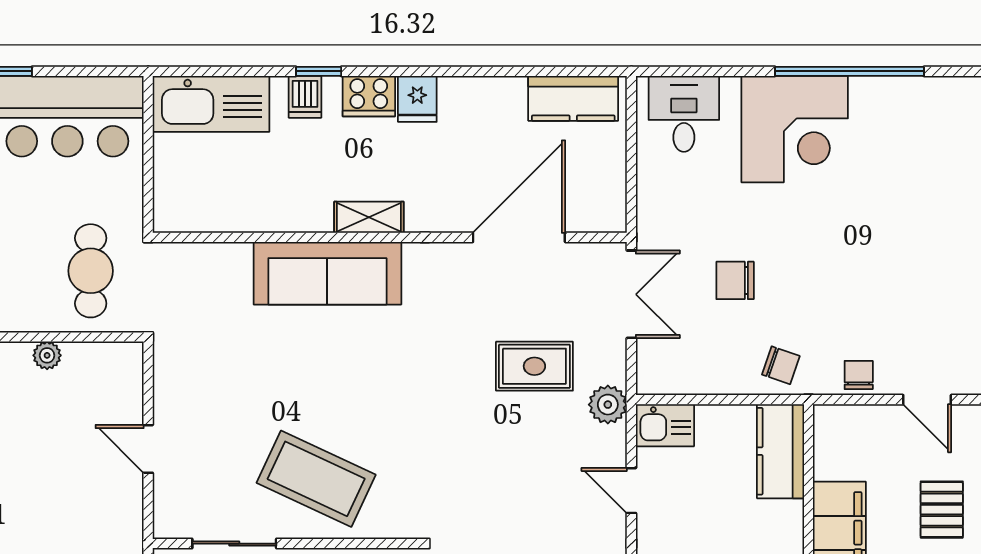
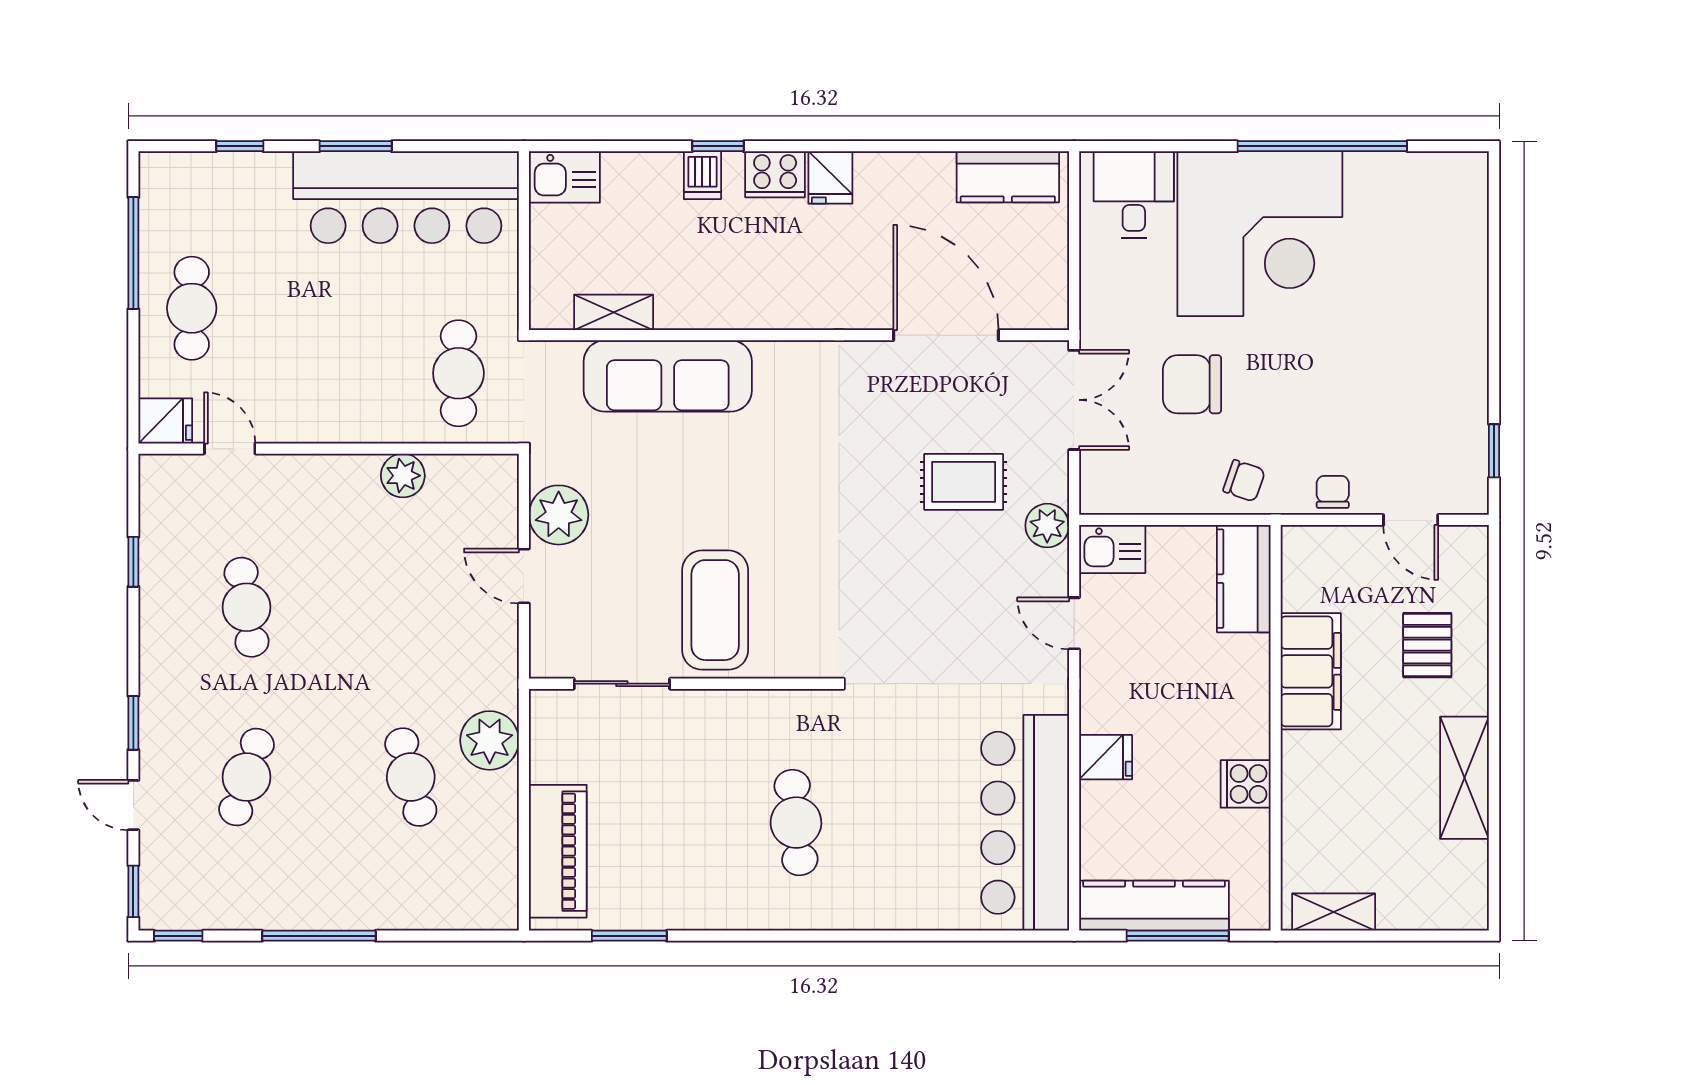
kitchen sink: (211, 104) -> (564, 177), width x0.53, depth x0.81
corner desk: (795, 129) -> (1260, 234), width x1.36, depth x1.36
shelving: (369, 217) -> (614, 312), moved
door: (519, 237) -> (946, 335), hinge flipped
sofa: (327, 273) -> (668, 376), moved
chair: (735, 280) -> (1192, 384), width x1.37, depth x1.37
plant: (47, 355) -> (403, 476), width x1.38, depth x1.38
plant: (179, 395) -> (559, 515), added
coffee table: (316, 479) -> (715, 610), turned 65

